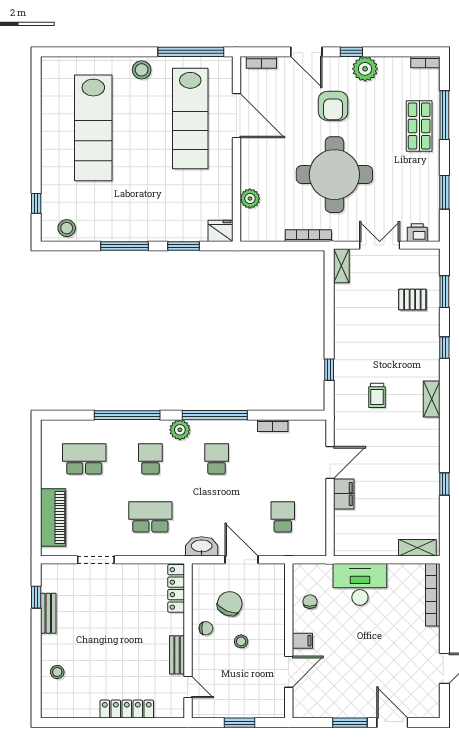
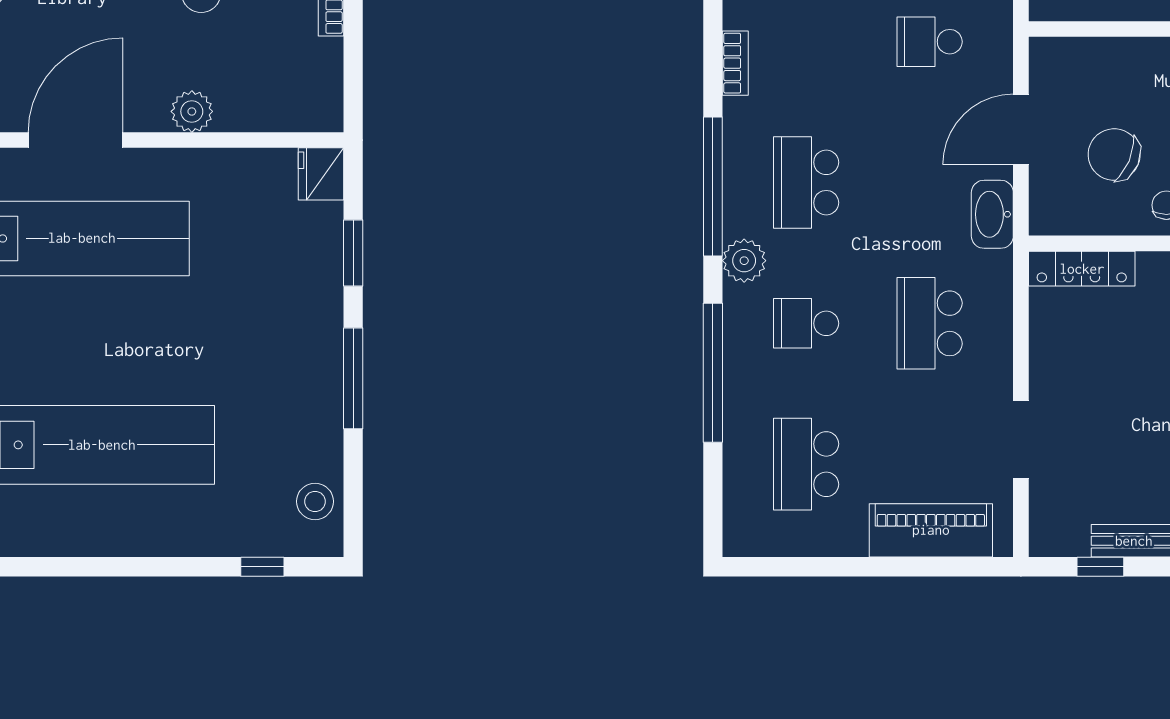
plant: (250, 199) -> (192, 111), moved
school desk: (217, 459) -> (806, 183), width x1.85

